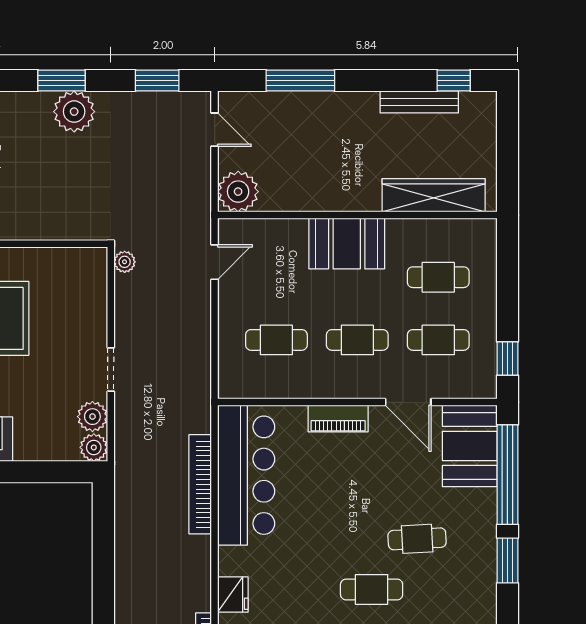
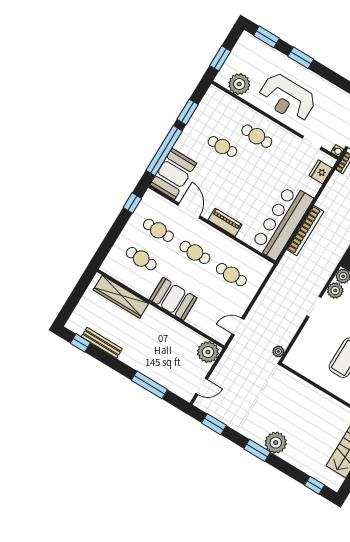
plant: (74, 112) -> (276, 443), moved
door: (215, 130) -> (202, 386), swing flipped

